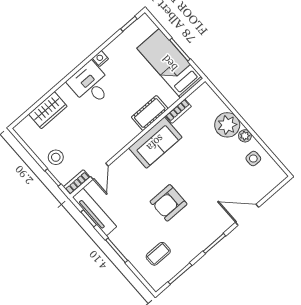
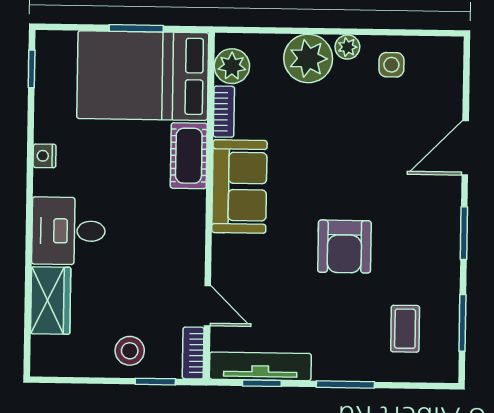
bed: (170, 63) -> (143, 76), width x1.50
desk: (90, 84) -> (68, 231), moved
plant: (198, 99) -> (232, 66), added

